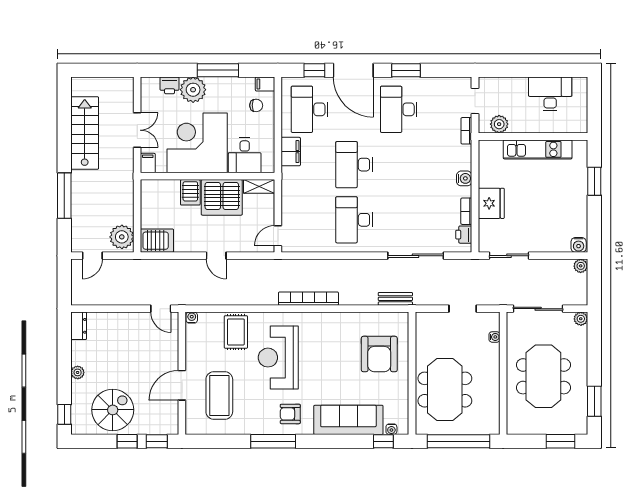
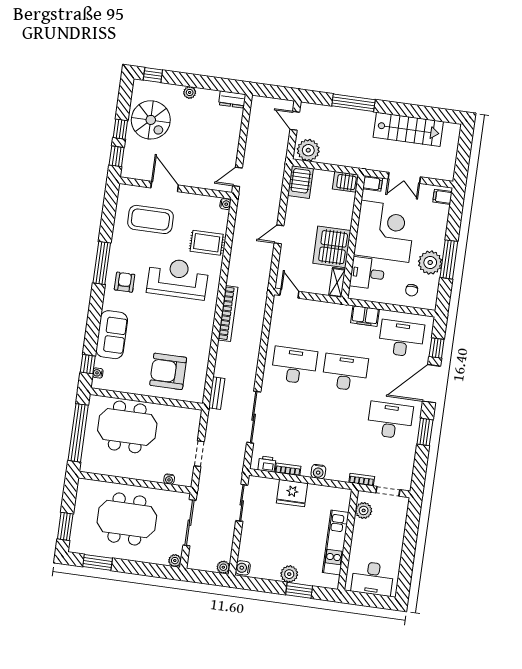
filing cabinet: (265, 84) -> (442, 197), moved, turned -90
printer: (170, 85) -> (441, 213), removed
plant: (193, 90) -> (430, 263), moved
desk: (550, 94) -> (373, 578), moved, turned 90
server rack: (190, 192) -> (345, 182), moved
plant: (578, 194) -> (289, 574), added
sofa: (348, 420) -> (112, 335), width x0.73

